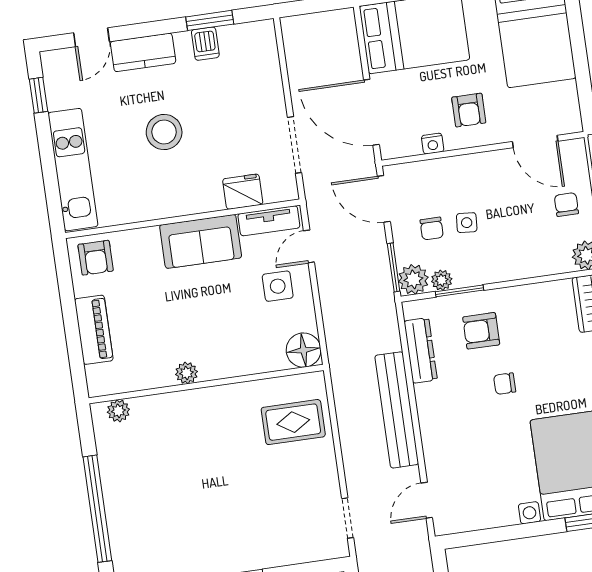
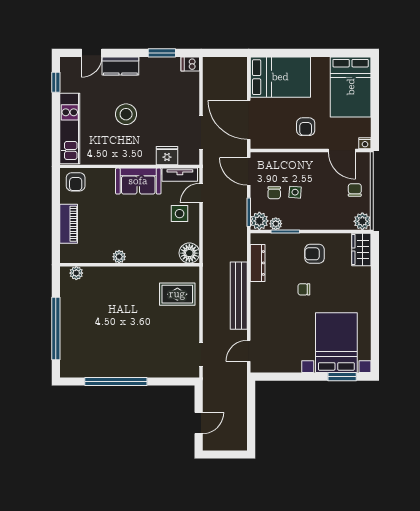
dishwasher: (205, 44) -> (190, 64), moved, turned 90
nightstand: (433, 144) -> (365, 143), moved
armchair: (481, 331) -> (315, 254), moved

